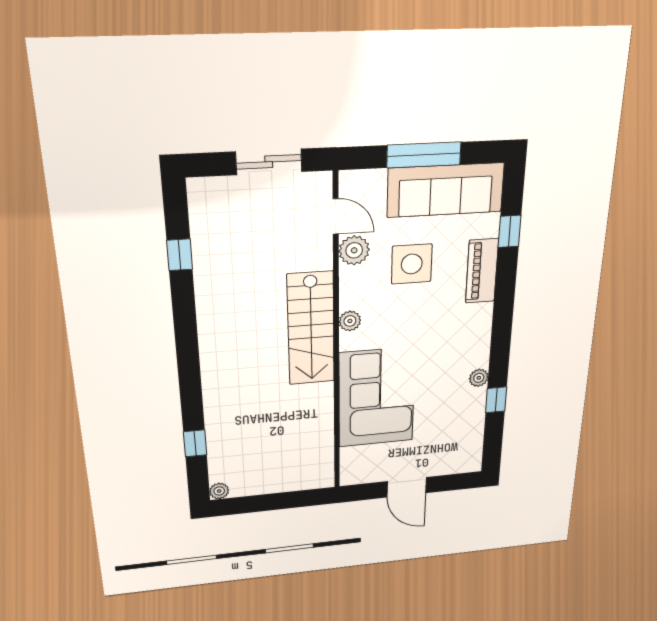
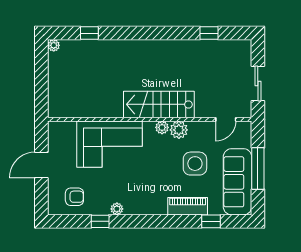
plant: (354, 250) -> (179, 130), moved
armchair: (456, 439) -> (74, 197), added

